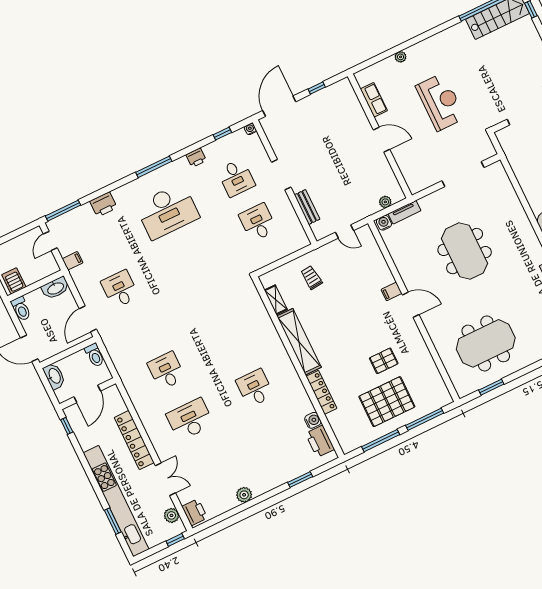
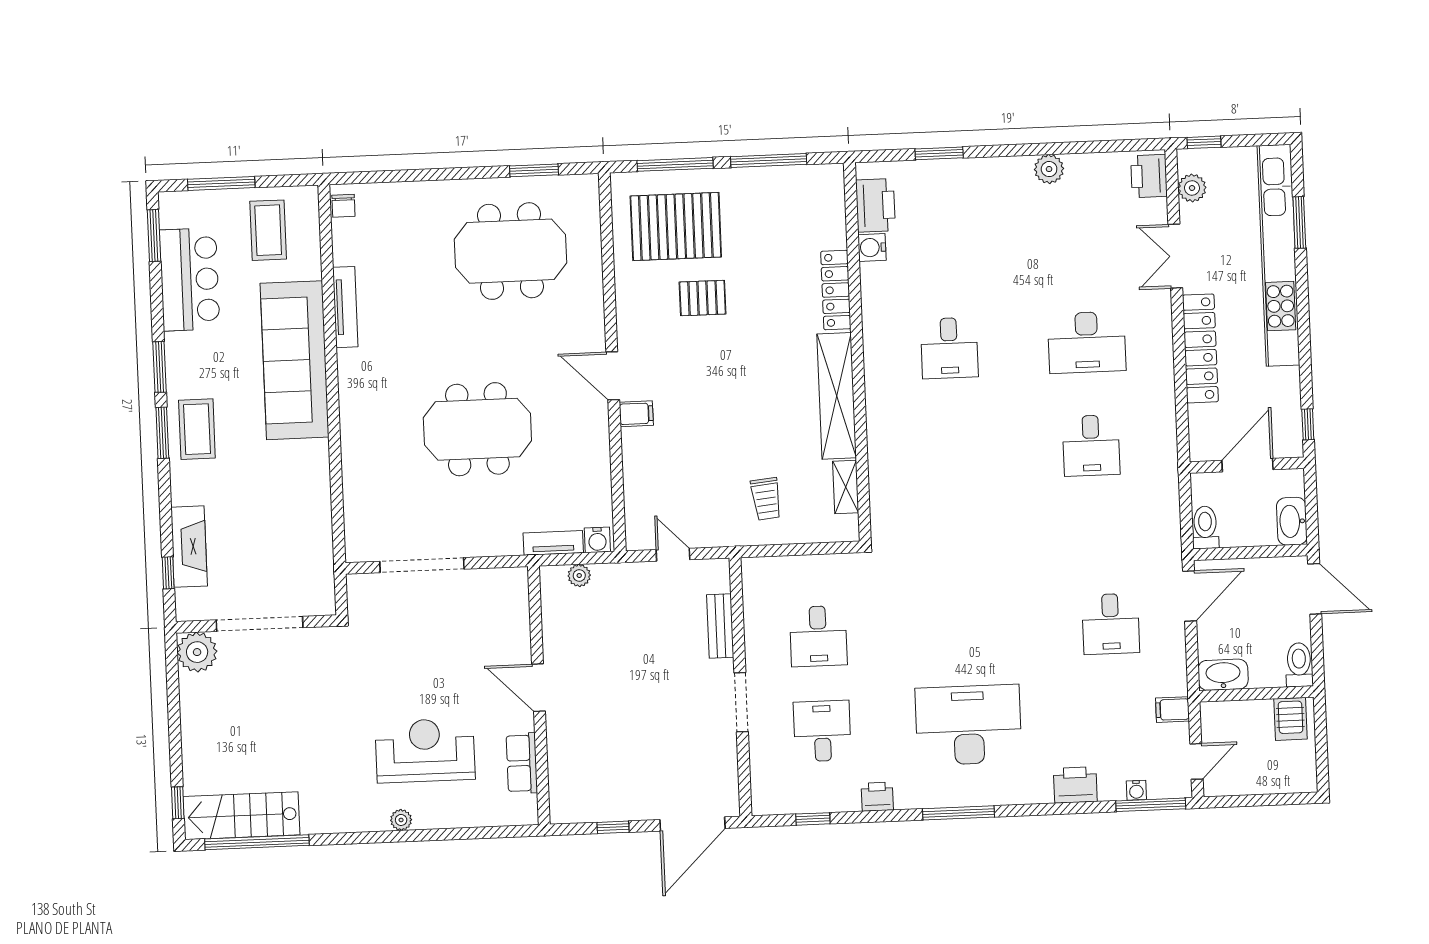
plant: (401, 57) -> (401, 820), moved
reception desk: (440, 102) -> (425, 751), moved, turned 90
water cooler: (250, 129) -> (1136, 790), moved
meeting table: (465, 251) -> (477, 429), turned 90
pallet: (387, 402) -> (676, 227), moved

